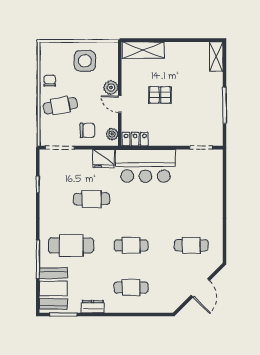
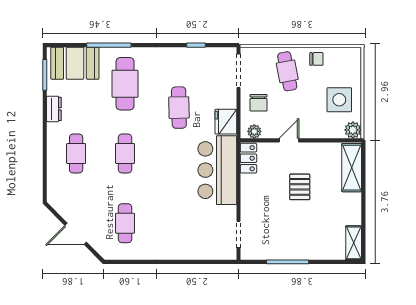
shelving: (216, 57) -> (354, 243), moved, turned 90
plant: (111, 87) -> (353, 130), moved

